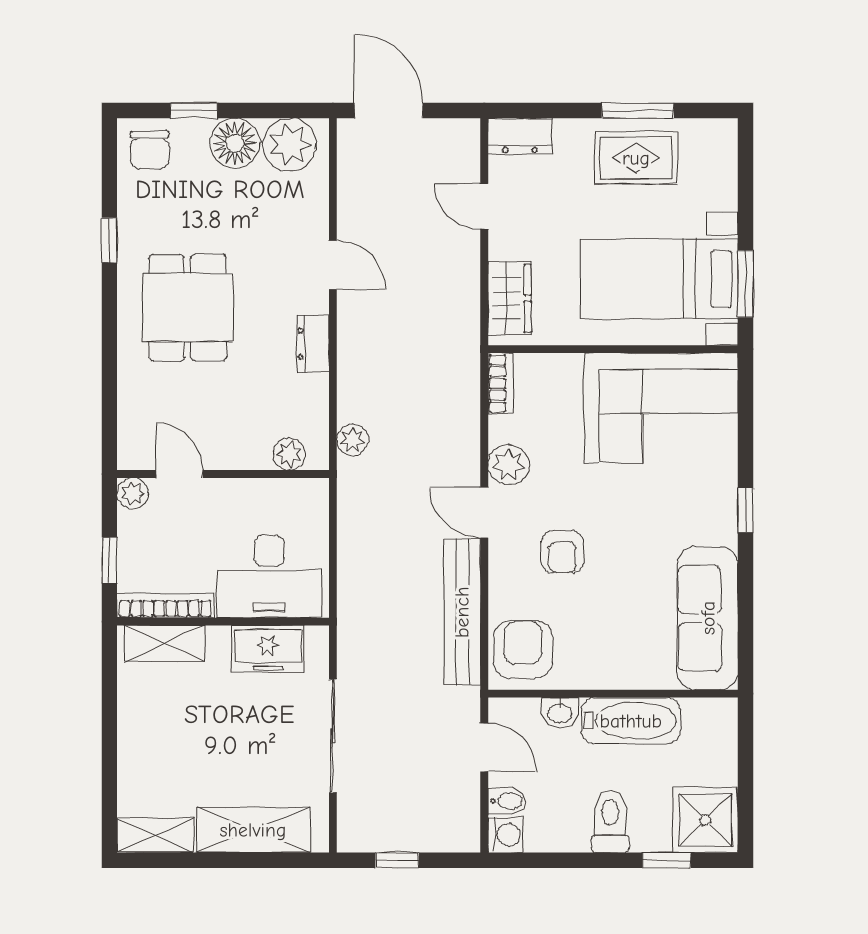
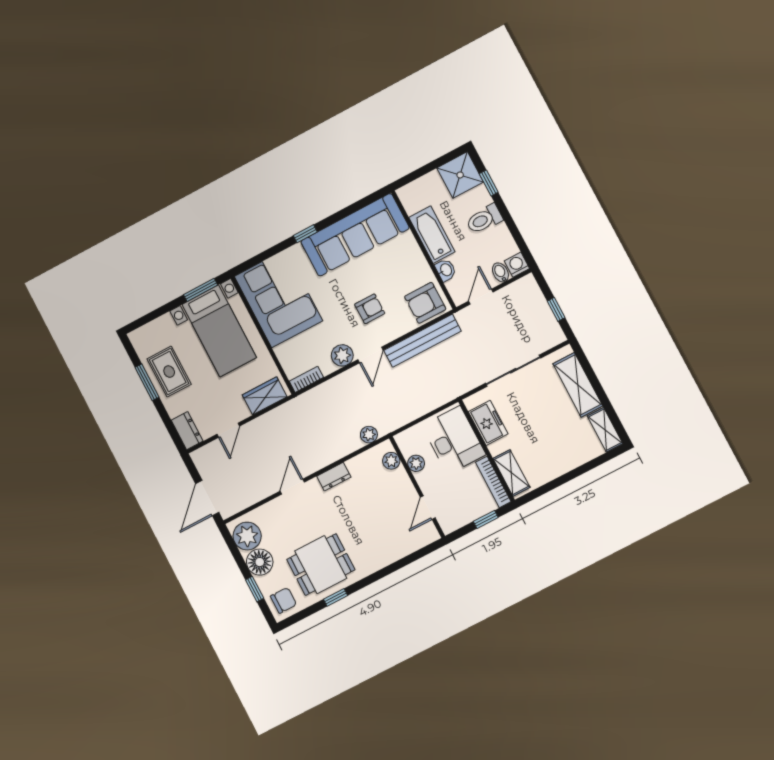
dining table: (188, 308) -> (321, 565), moved
plant: (133, 493) -> (416, 463), moved
sofa: (708, 618) -> (355, 235), width x1.36, depth x1.27

